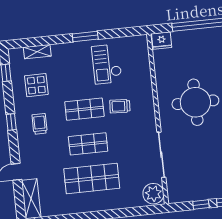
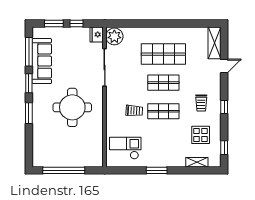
fridge: (162, 41) -> (97, 34), moved, turned -90
checkout: (107, 64) -> (125, 148), moved, turned -90

